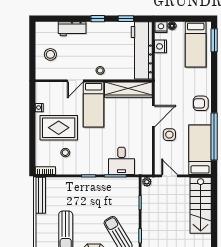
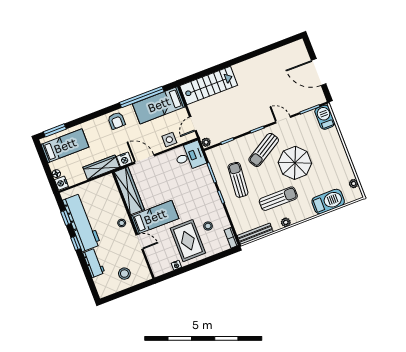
nightstand: (160, 46) -> (124, 159), moved
workbench: (142, 50) -> (82, 222), moved, turned -90
wardrobe: (161, 71) -> (101, 167), added
side table: (169, 135) -> (169, 140), moved
desk: (122, 161) -> (190, 156), moved
sun lounger: (99, 199) -> (238, 180), added
plant: (40, 229) -> (286, 222), added

